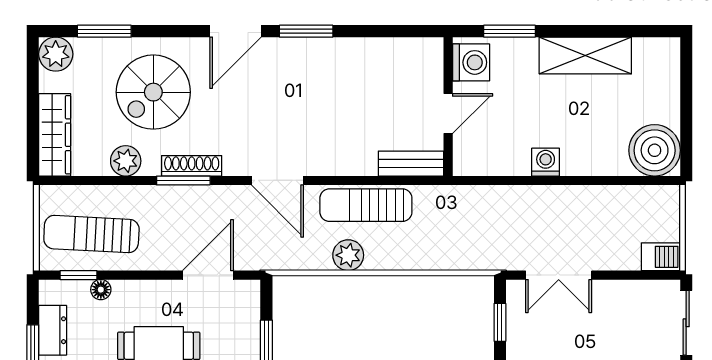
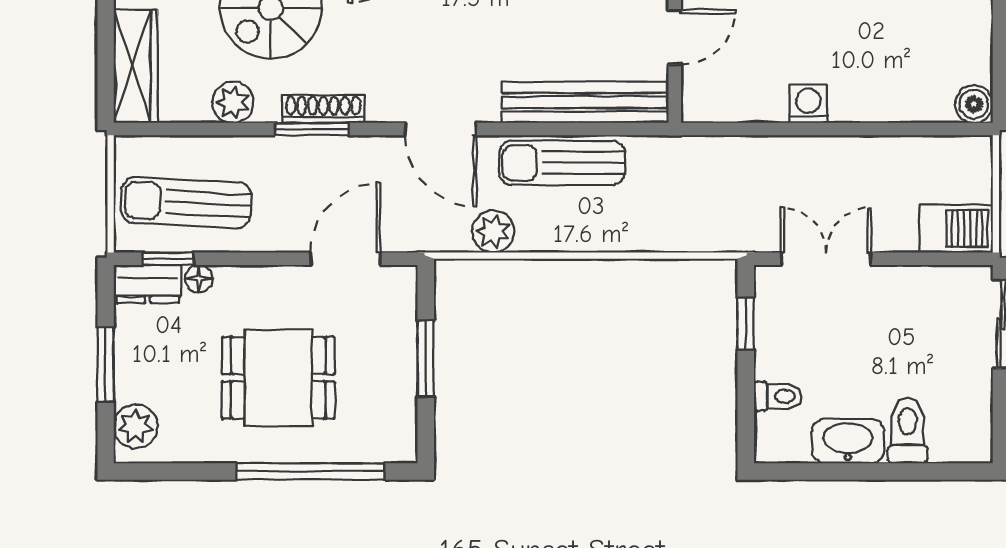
boiler: (655, 150) -> (974, 104), width x0.54, depth x0.54
bench: (411, 164) -> (585, 102), width x1.86, depth x1.21
plant: (348, 255) -> (493, 231), moved
barbecue: (661, 257) -> (956, 229), width x1.38, depth x1.27
double door: (559, 275) -> (826, 259), swing flipped
dresser: (53, 330) -> (148, 284), moved, turned 90

